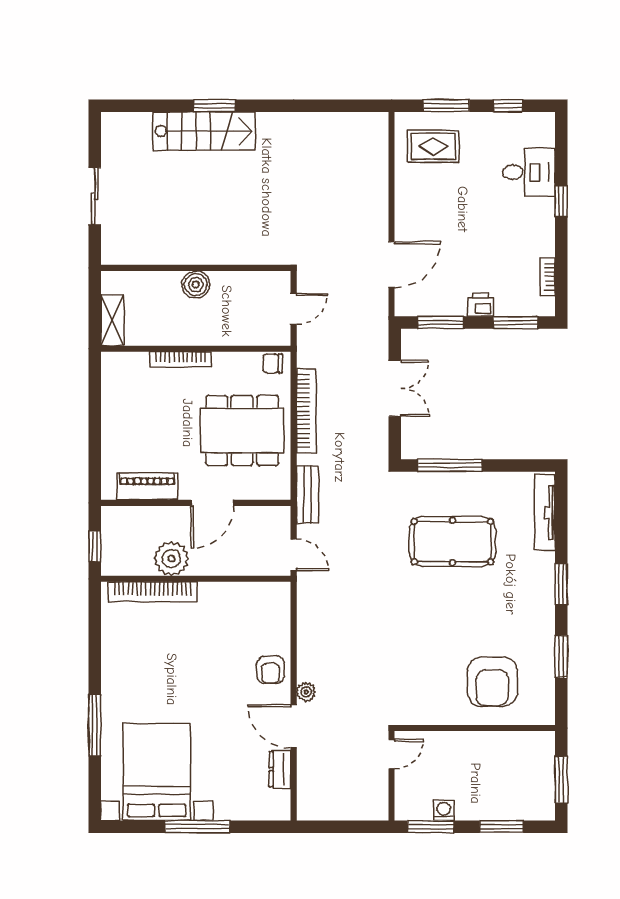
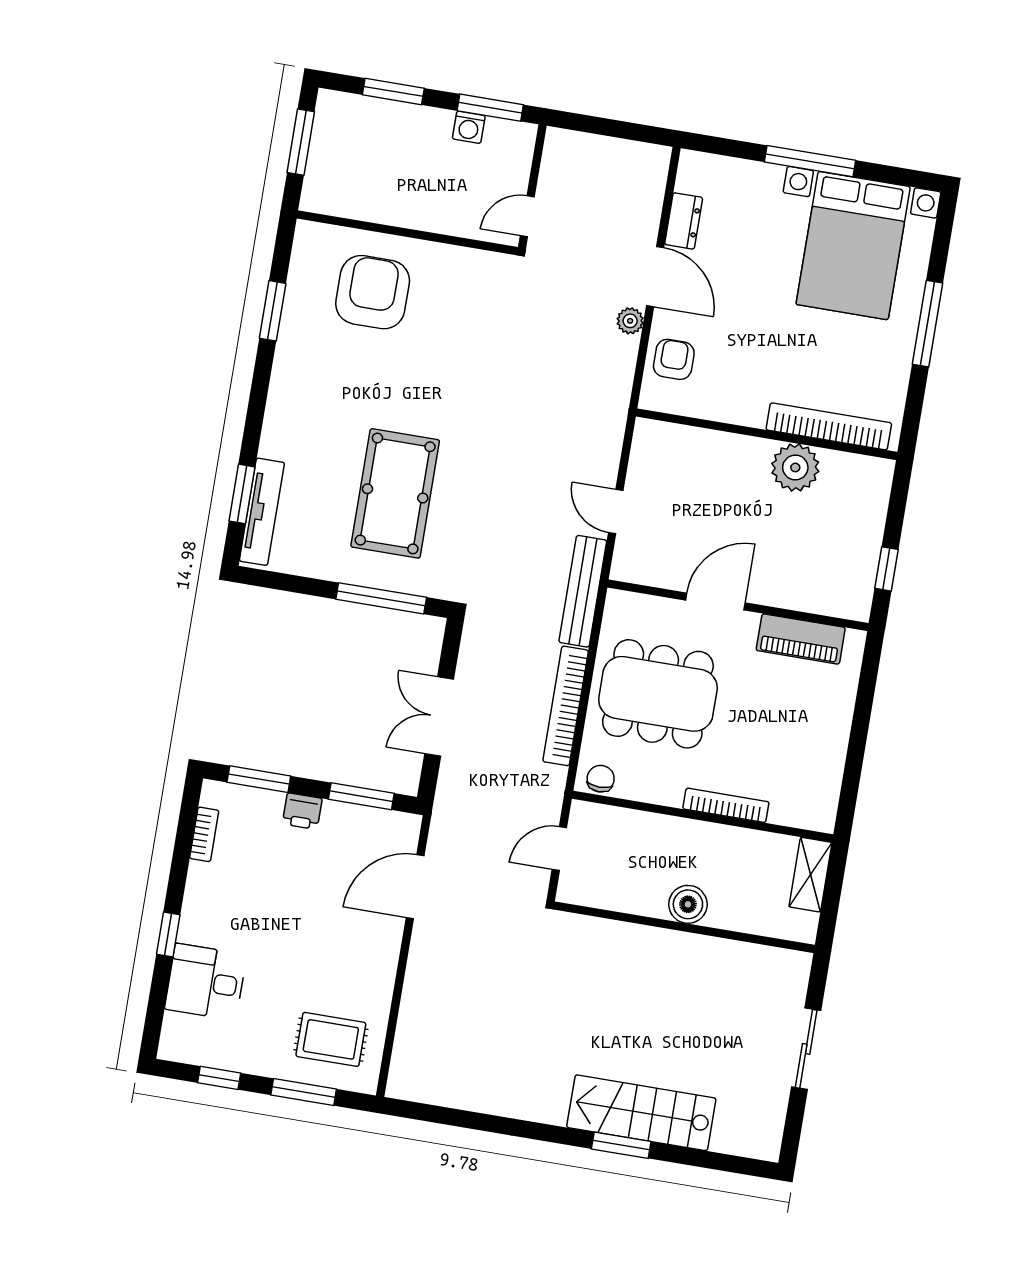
chair: (273, 363) -> (601, 779), turned -90
bench: (308, 494) -> (583, 591), width x1.36
pool table: (452, 542) -> (395, 493), turned 90
plant: (171, 559) -> (795, 467), moved
wall: (196, 579) -> (767, 434), moved
window: (561, 584) -> (242, 494), moved
bookcase: (152, 592) -> (829, 426), moved

